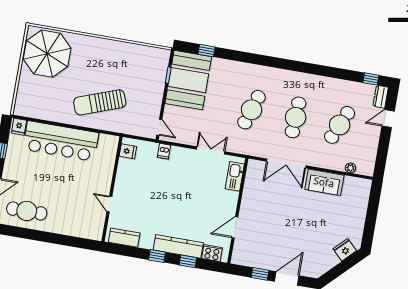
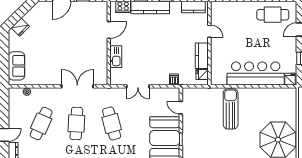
sun lounger: (100, 102) -> (231, 109), turned -70
cafe table: (251, 110) -> (112, 124), turned -33
door: (159, 127) -> (181, 108), moved
kitchen counter: (124, 175) -> (202, 56), added
kitchen sink: (235, 176) -> (116, 57), moved
sofa: (324, 182) -> (17, 66), moved, turned 90

